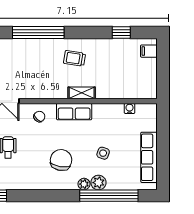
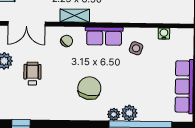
shelving: (82, 93) -> (75, 16), moved
side table: (103, 153) -> (136, 48), moved

